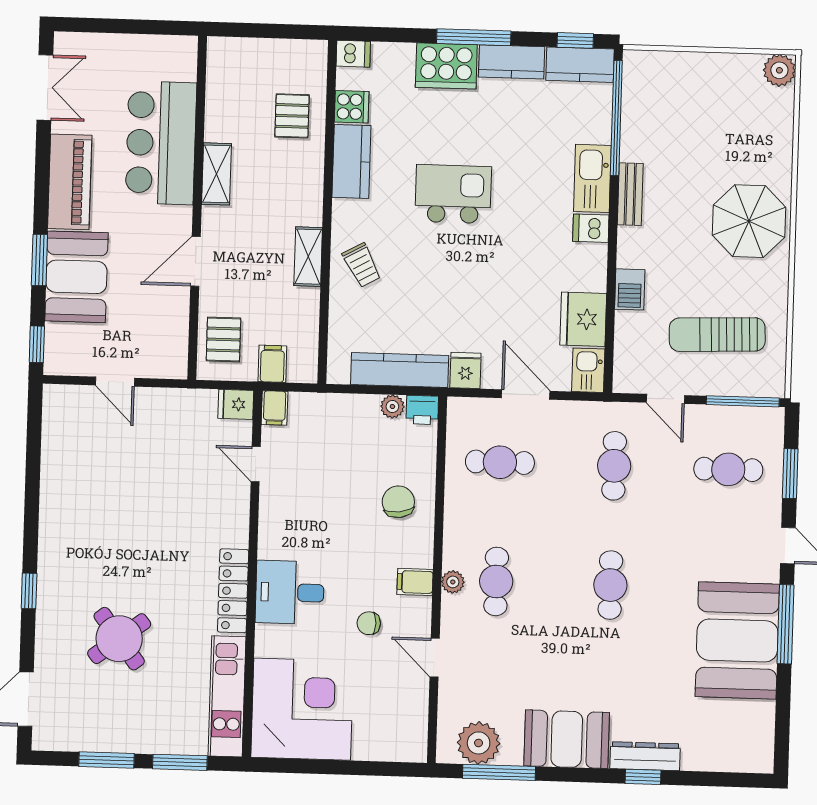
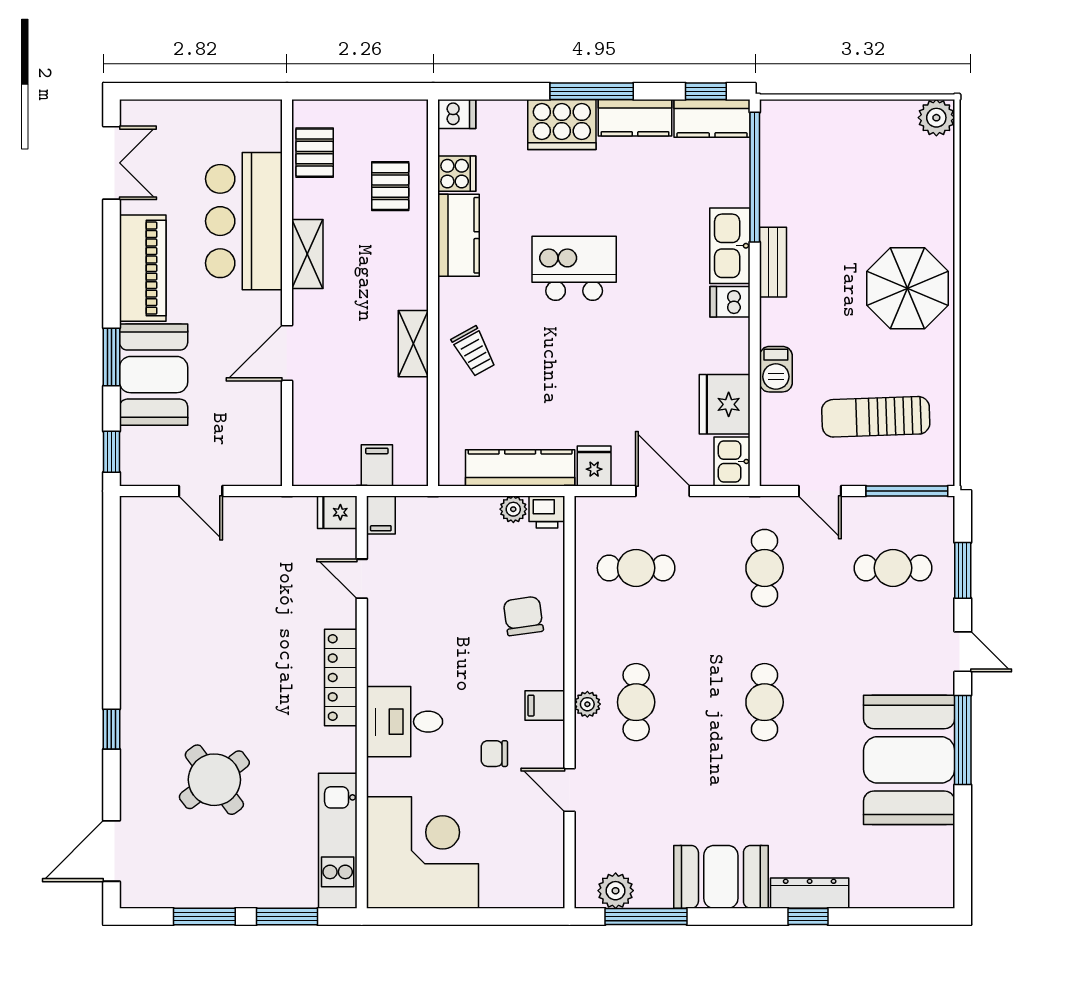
pallet: (223, 339) -> (315, 153), moved
locker: (233, 591) -> (341, 677), moved
plant: (479, 743) -> (616, 891), width x0.73, depth x0.73

